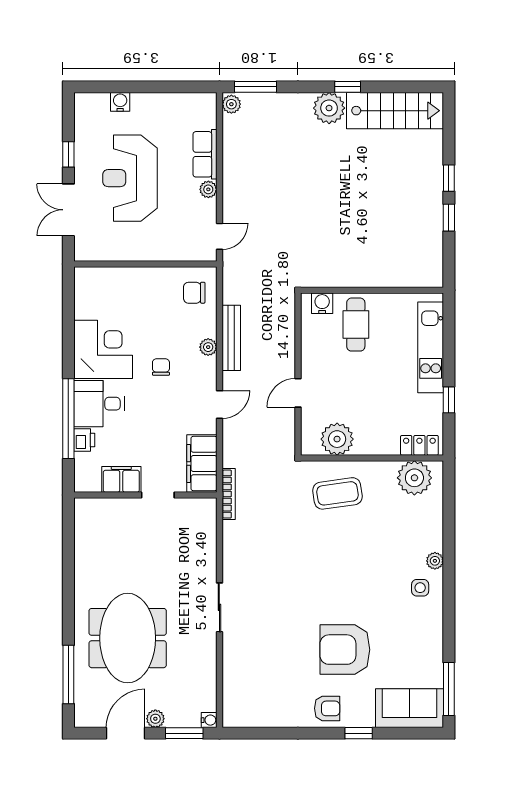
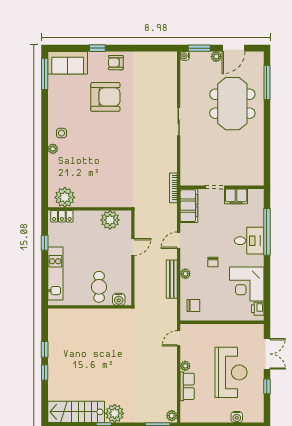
corner desk: (103, 349) -> (247, 284), moved
printer: (84, 440) -> (258, 309), moved
coffee table: (337, 493) -> (110, 188), removed

